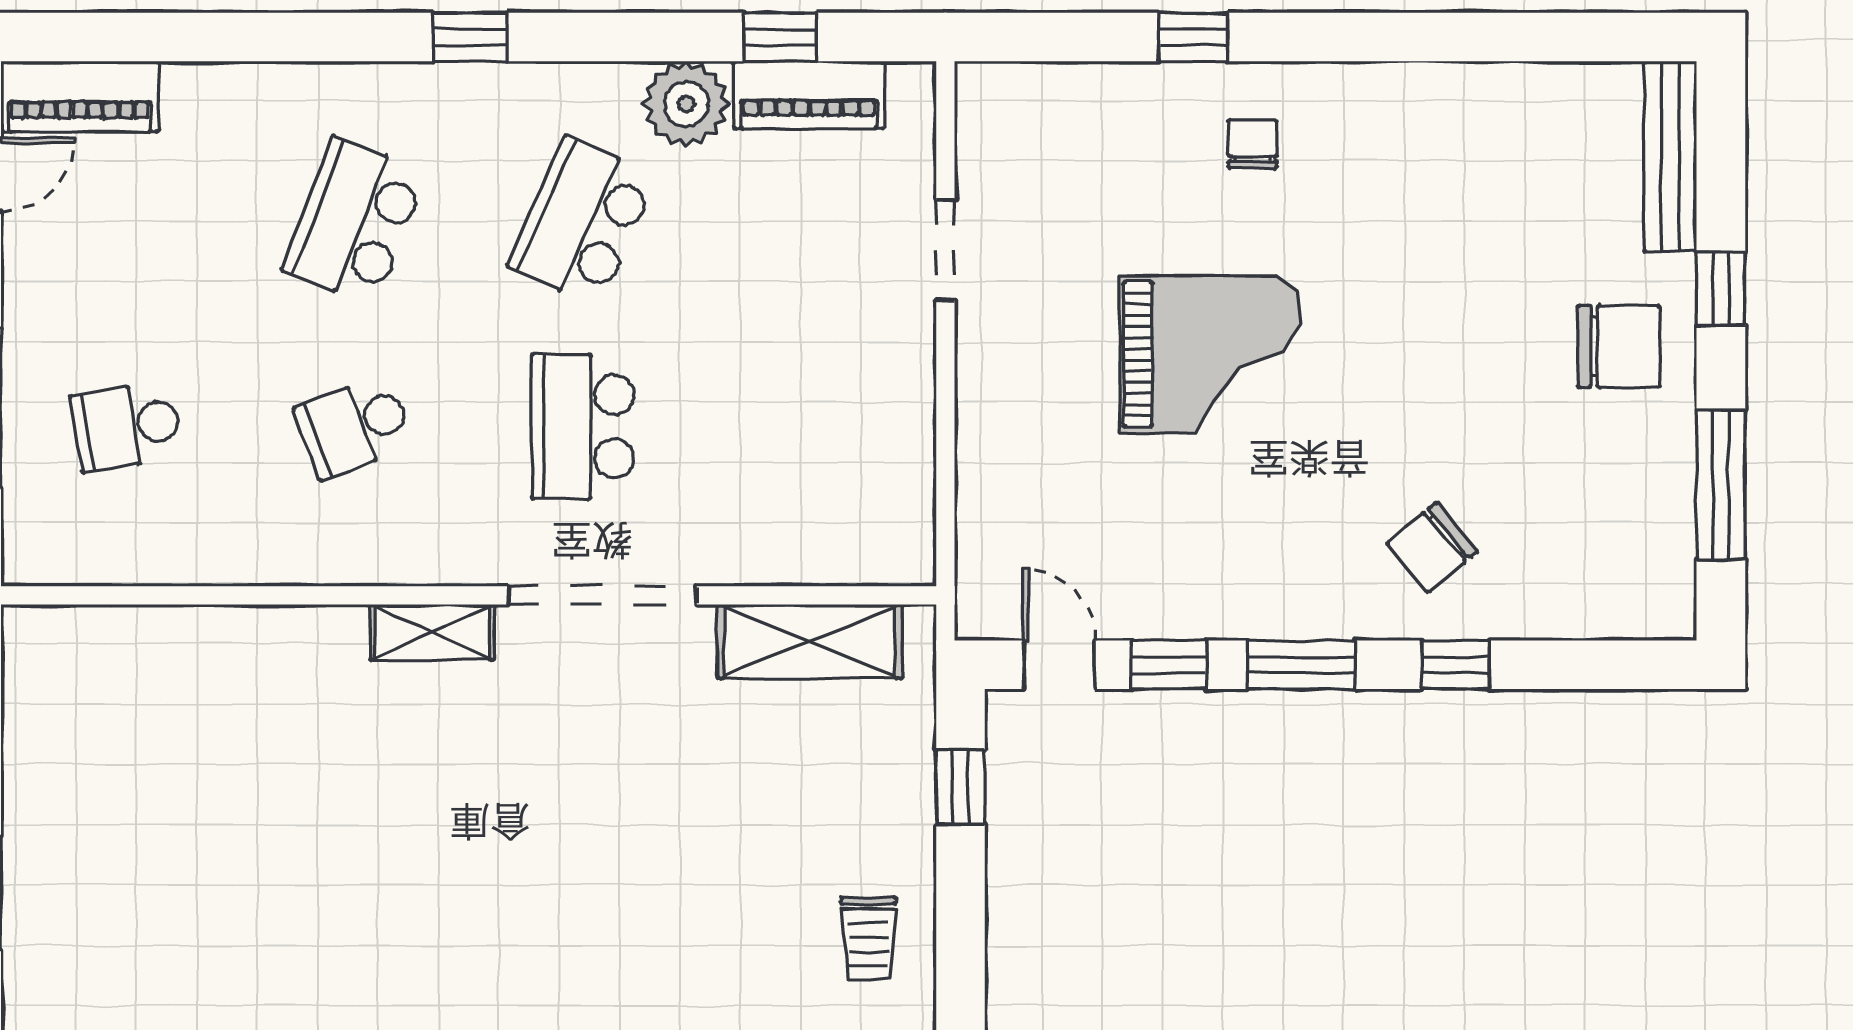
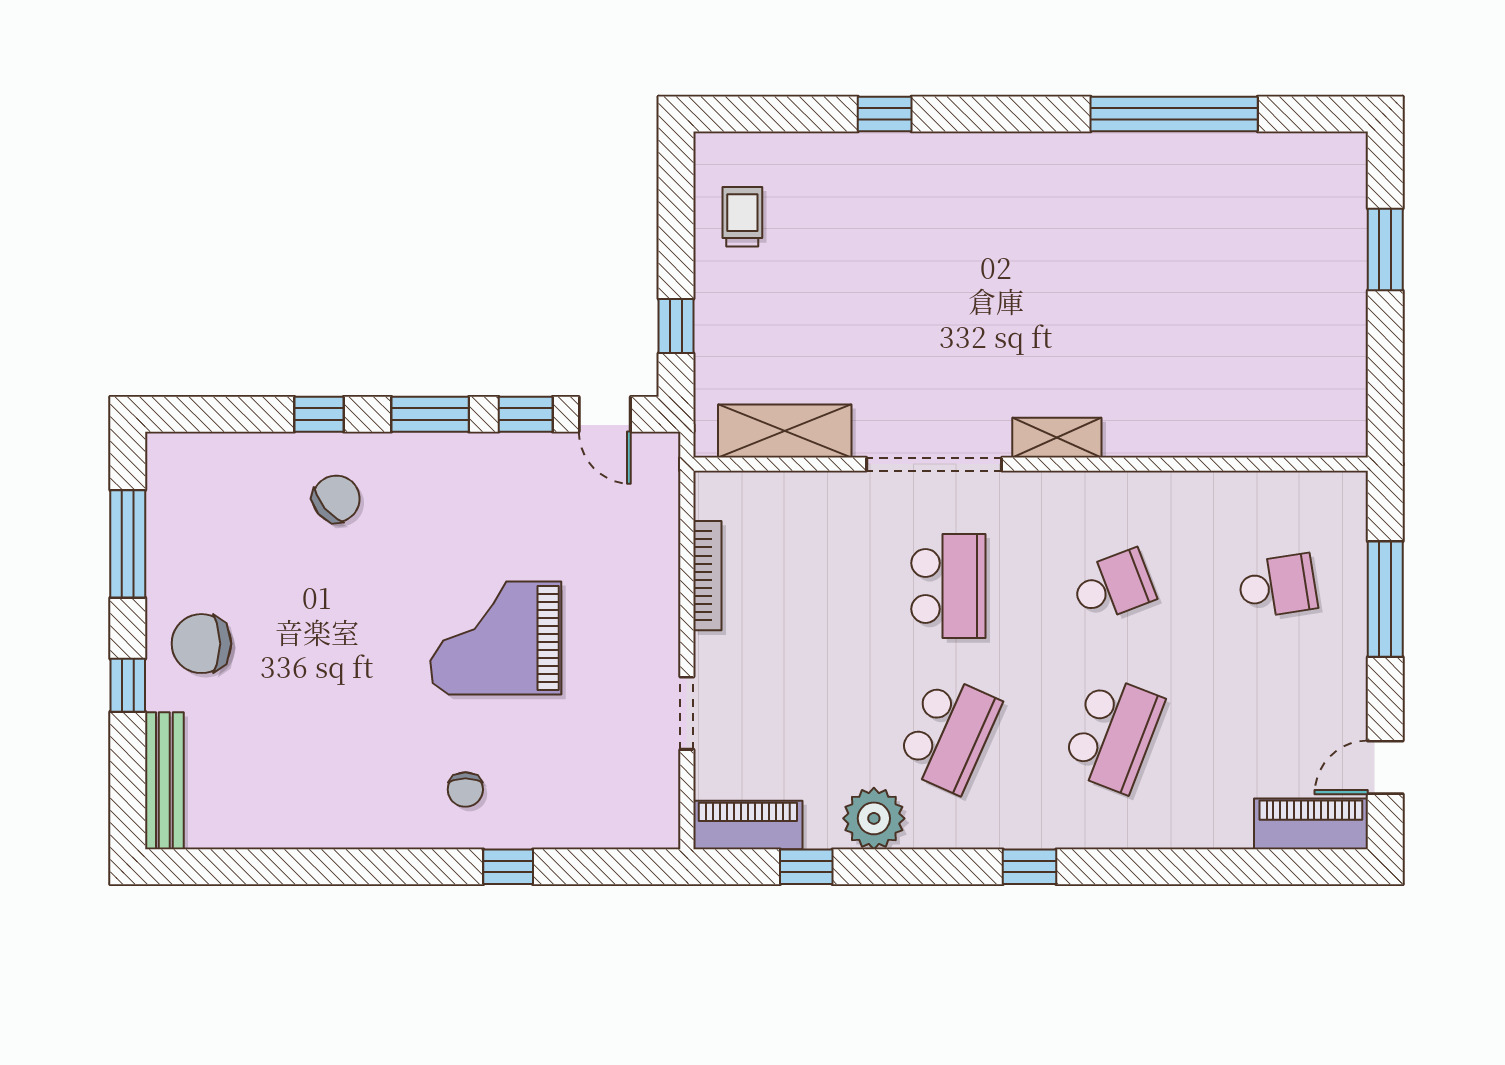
piano: (809, 95) -> (748, 825), moved
bookcase: (917, 441) -> (707, 576), added

